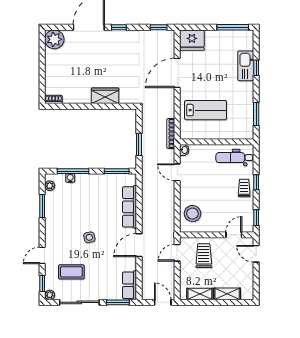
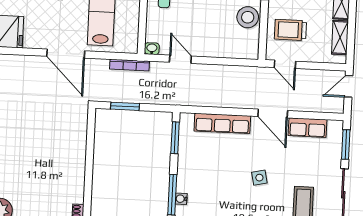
door: (177, 73) -> (66, 54), moved
wardrobe: (105, 96) -> (76, 148), removed
window: (139, 144) -> (125, 106), moved
door: (177, 172) -> (180, 59), swing flipped
stool: (192, 214) -> (248, 17), moved
row of seats: (129, 285) -> (307, 128), moved

